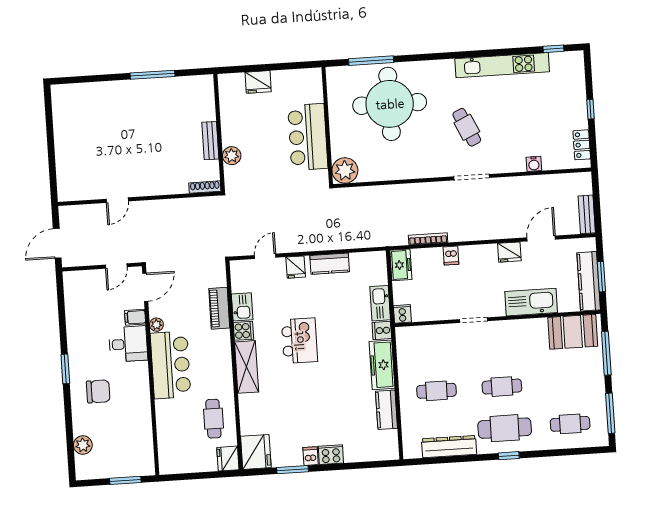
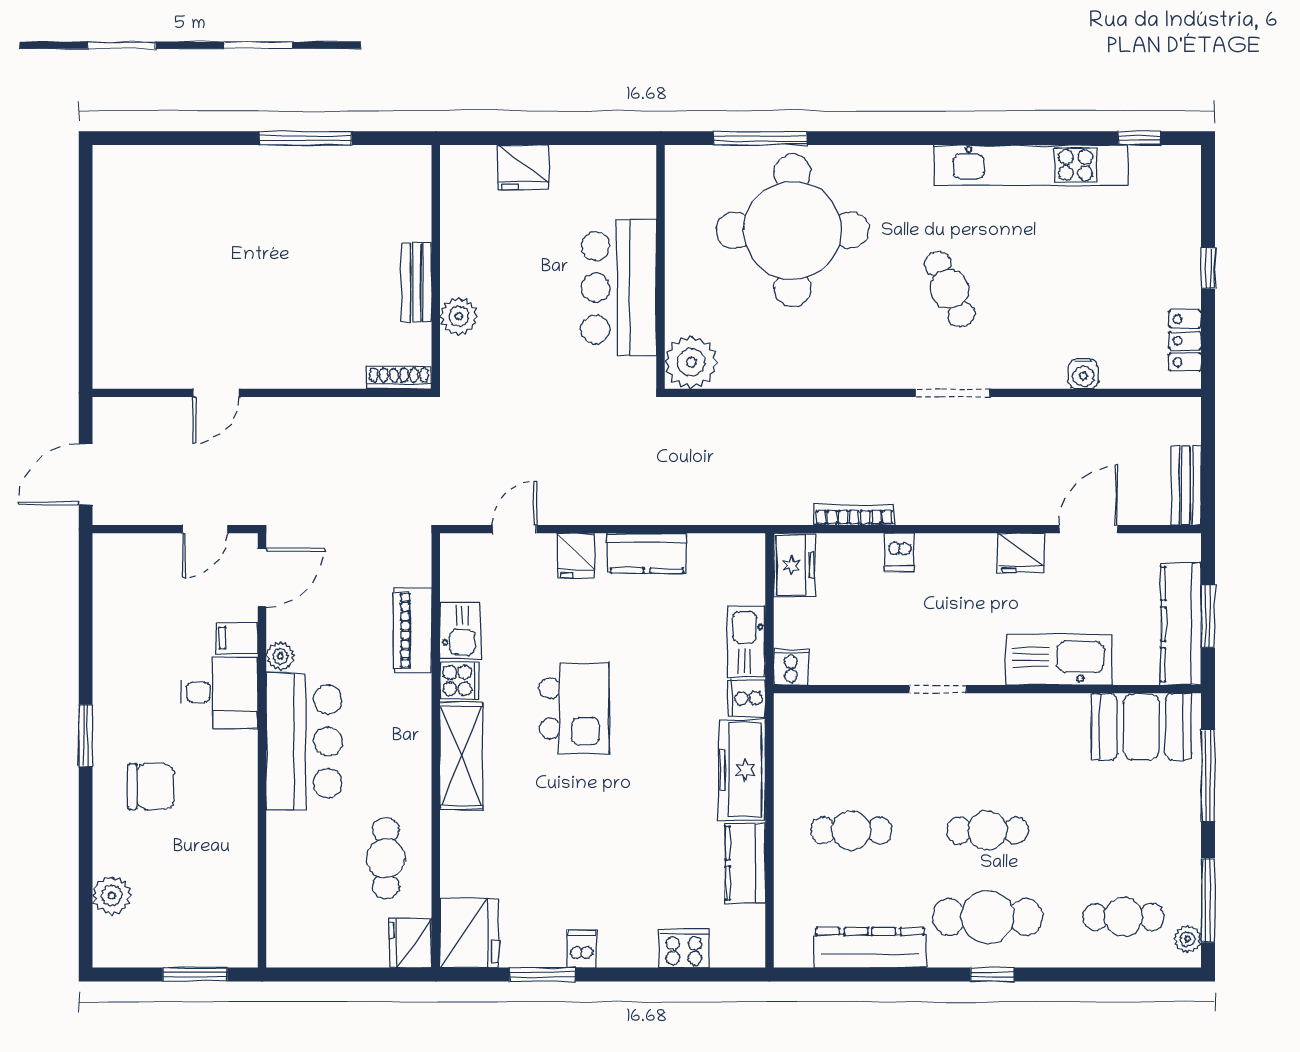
plant: (602, 433) -> (1188, 939), added
cooker: (331, 455) -> (684, 948), moved

